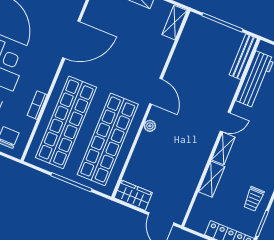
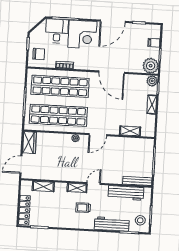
shelving: (174, 23) -> (130, 131), moved
door: (225, 122) -> (94, 183), swing flipped
shelving: (212, 179) -> (43, 186), moved
trolley: (254, 199) -> (83, 208), moved

